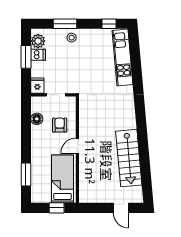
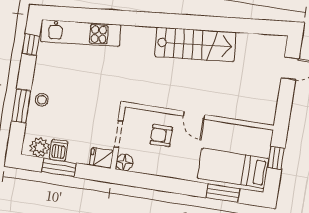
floor lamp: (37, 119) -> (124, 162), moved
stairs: (129, 158) -> (195, 44), moved
bed: (62, 179) -> (233, 168), moved

